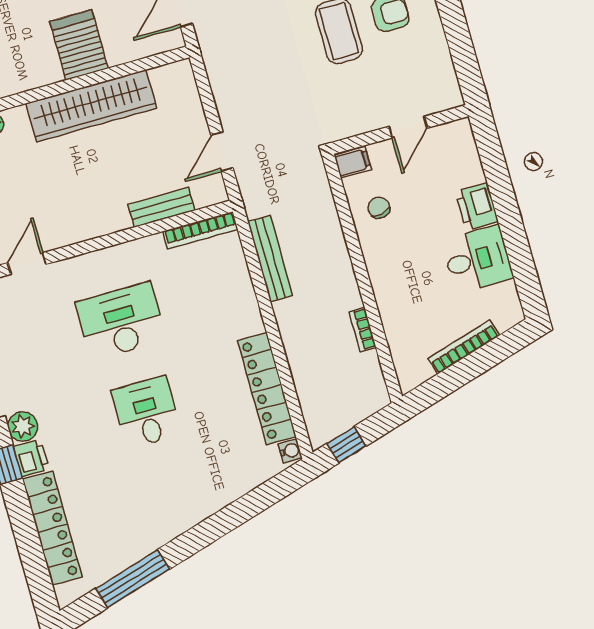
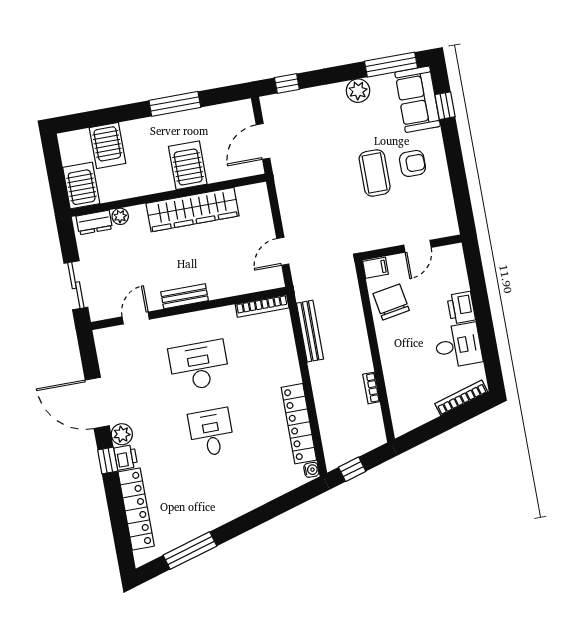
bench: (161, 207) -> (185, 296), moved
chair: (379, 208) -> (391, 302), width x1.87, depth x1.87
bookcase: (464, 347) -> (461, 398), moved

